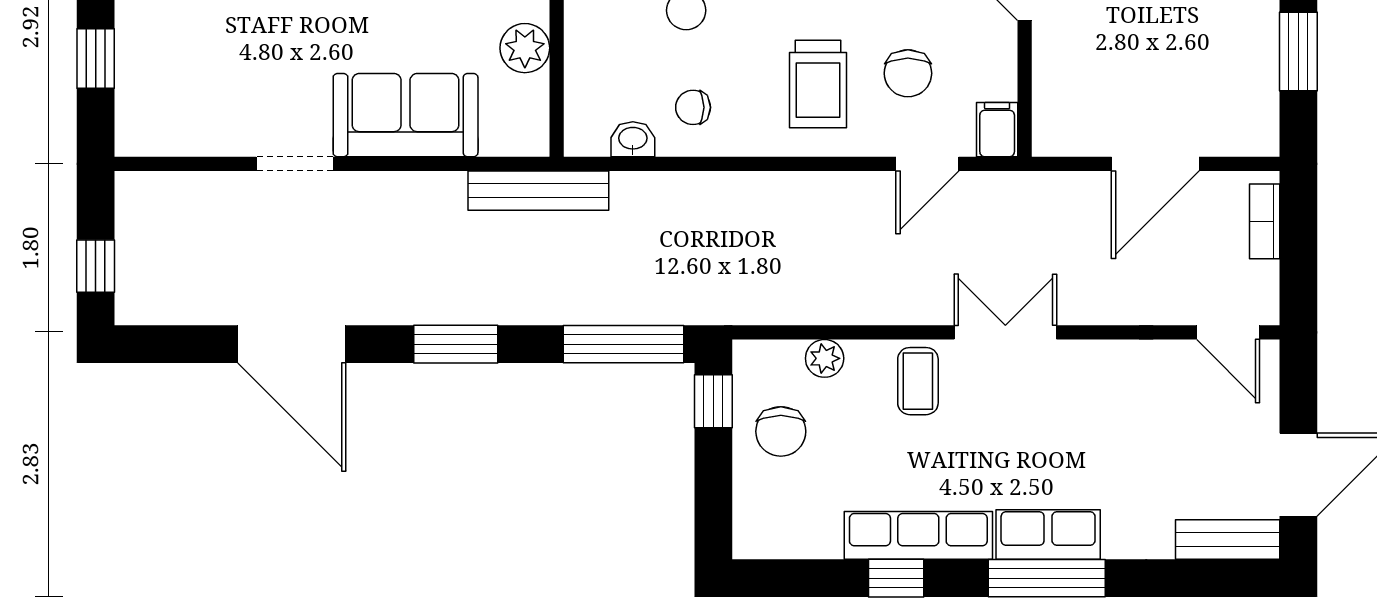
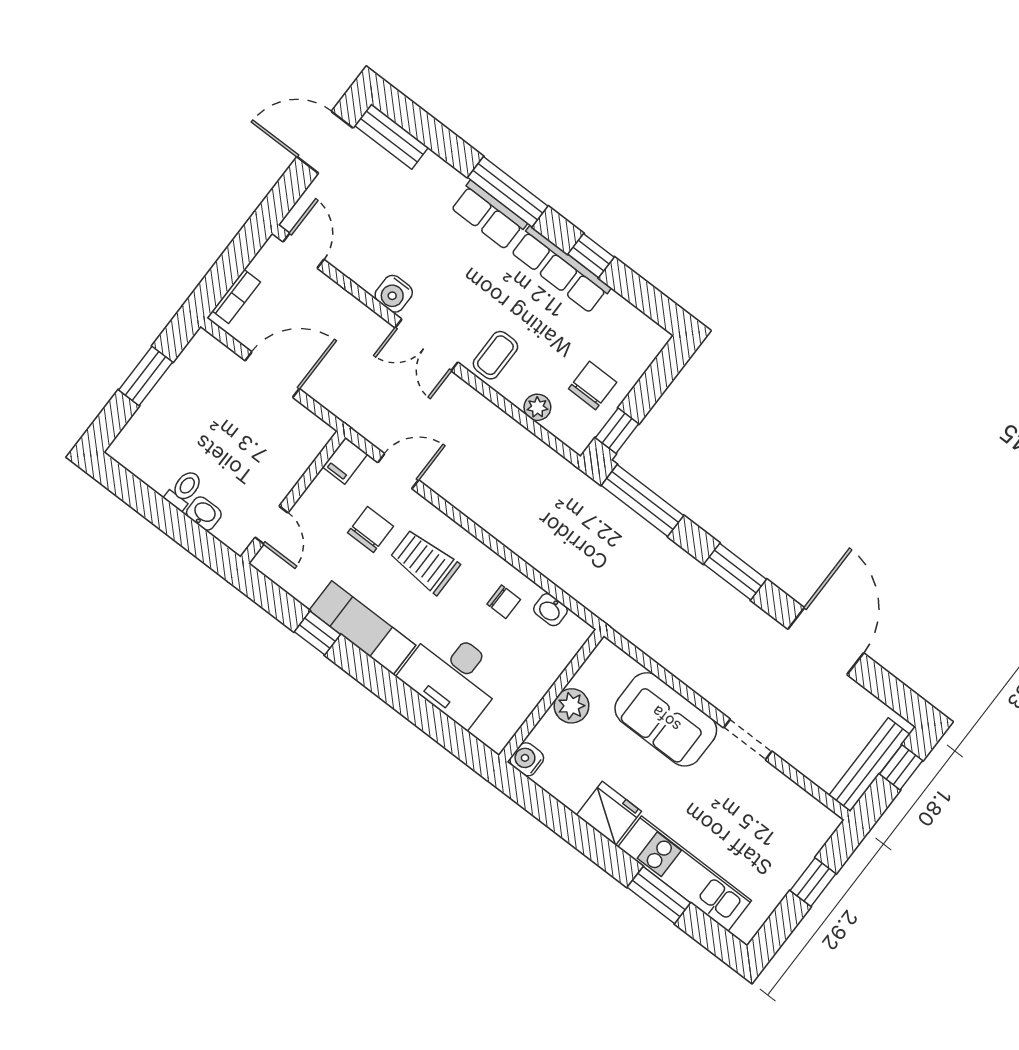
trolley: (818, 84) -> (425, 562), turned -90
bench: (538, 191) -> (869, 765), moved, turned 90
water cooler: (1088, 362) -> (394, 294), added

